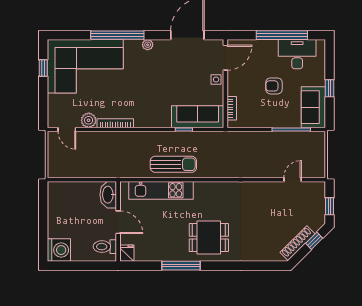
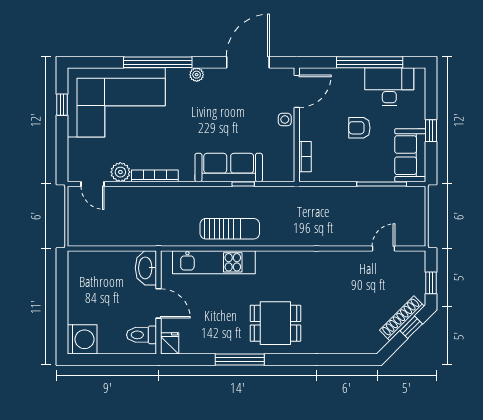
sofa: (198, 117) -> (229, 167), moved
shoe rack: (298, 243) -> (402, 318), moved

